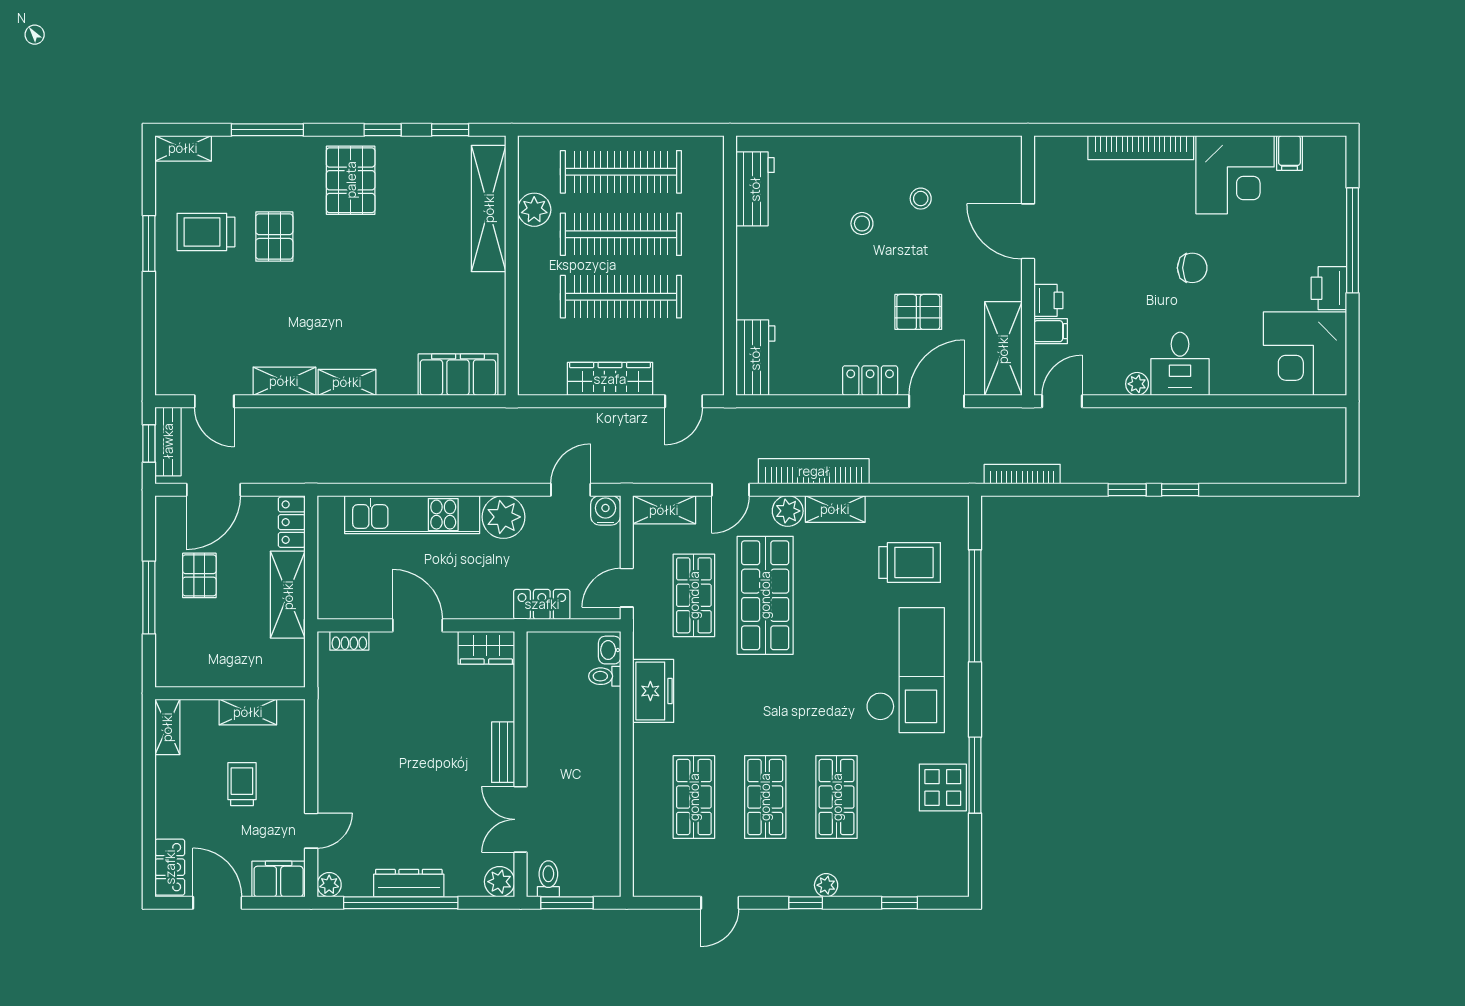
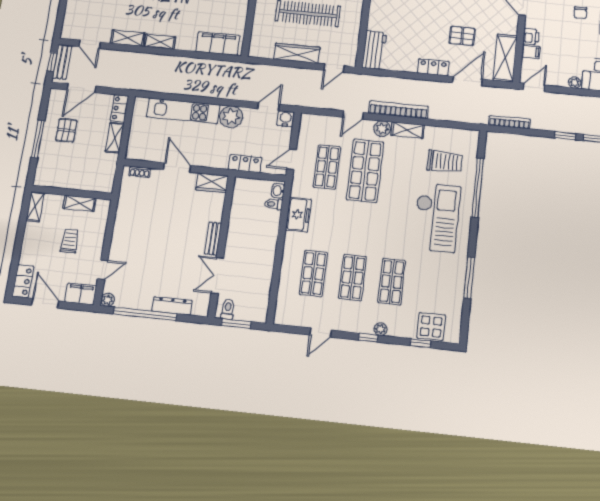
chair: (1138, 242) -> (580, 13), added
shelving: (664, 510) -> (317, 121), removed
shelving: (288, 595) -> (115, 138), width x0.67, depth x0.75
display table: (943, 787) -> (431, 327), moved
plant: (500, 882) -> (201, 308), removed
dresser: (409, 883) -> (172, 306), moved

